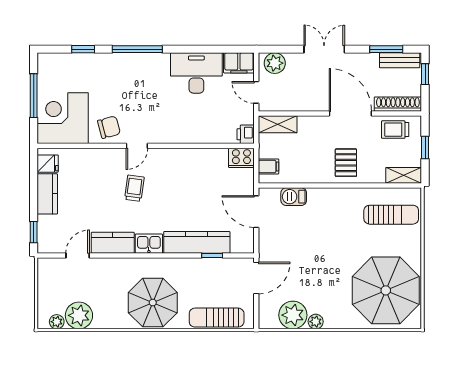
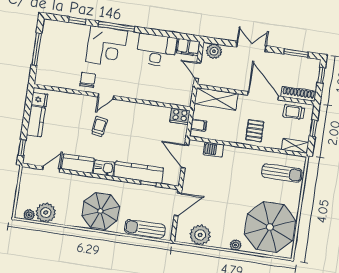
bench: (400, 60) -> (304, 63), removed
corner desk: (63, 118) -> (106, 46), moved, turned 180
shelving: (278, 124) -> (216, 99), width x1.50, depth x1.33
chair: (109, 127) -> (88, 80), turned -75
printer: (246, 134) -> (185, 100), removed
plant: (316, 322) -> (236, 245), moved

